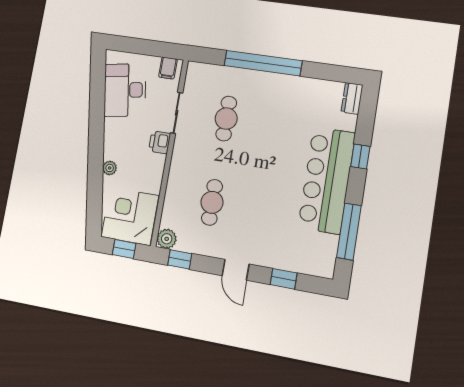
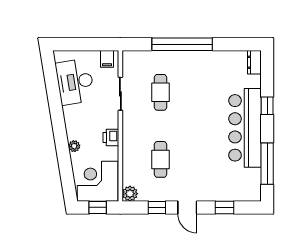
printer: (160, 142) -> (111, 138), moved
window: (180, 259) -> (157, 207), moved

